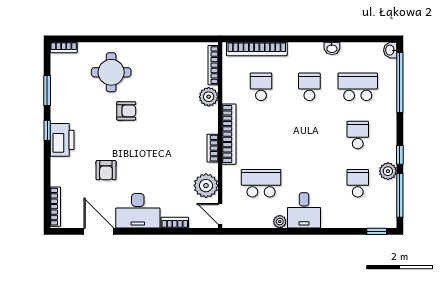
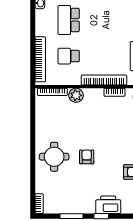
round table: (111, 72) -> (54, 157), moved
school desk: (309, 87) -> (69, 20), width x1.85

